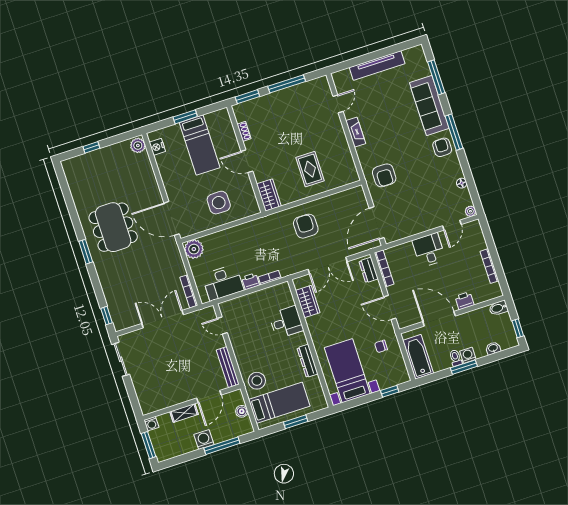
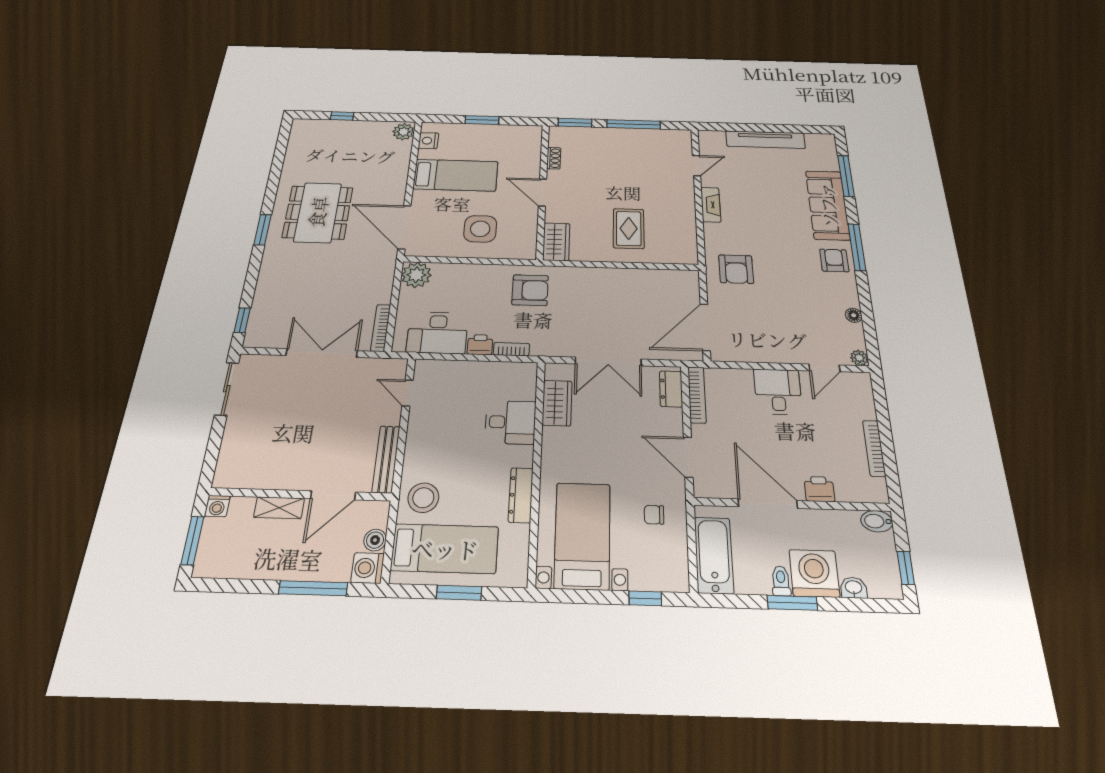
bed: (200, 145) -> (456, 175), moved, turned -90
armchair: (306, 226) -> (530, 290), moved, turned 90
washing machine: (468, 355) -> (814, 573), width x1.89, depth x1.89
washing machine: (204, 439) -> (368, 568), moved, turned -90

